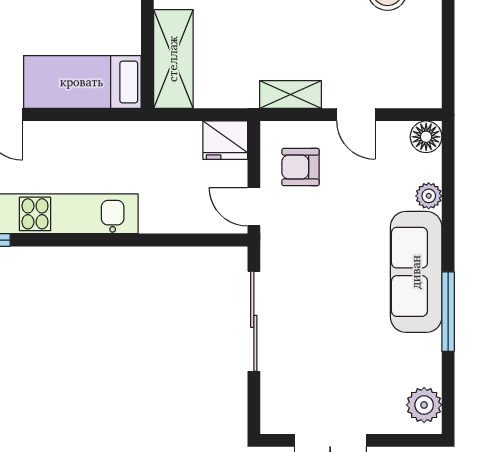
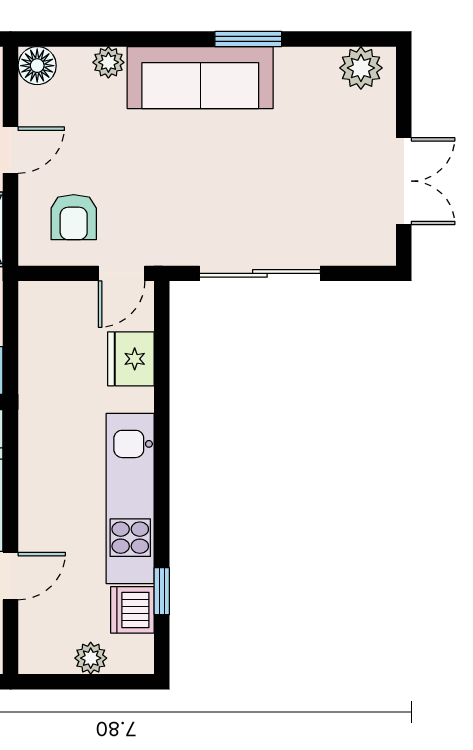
fridge: (225, 140) -> (131, 359), moved, turned 180
window: (448, 312) -> (248, 39), width x0.69

